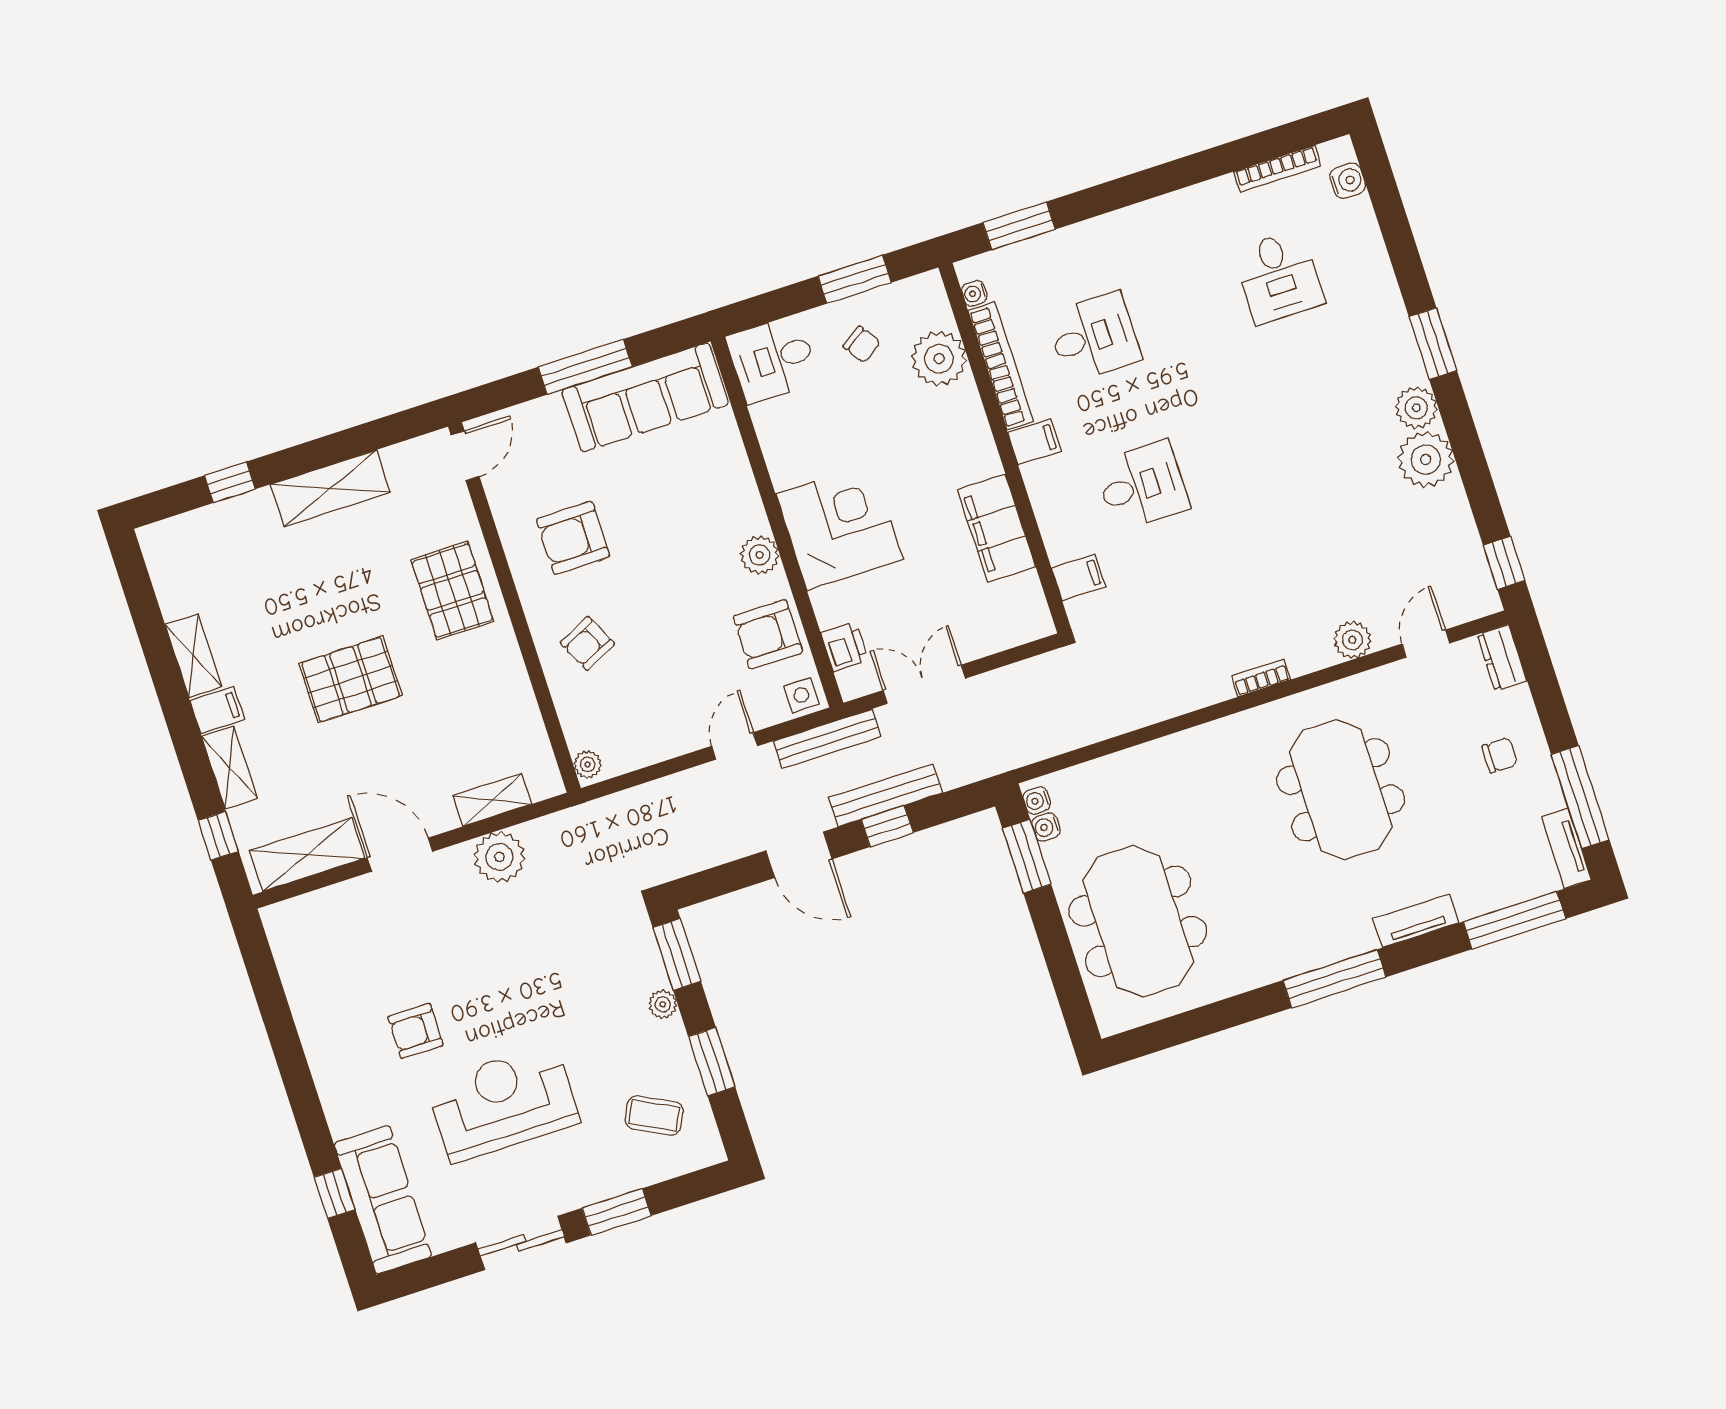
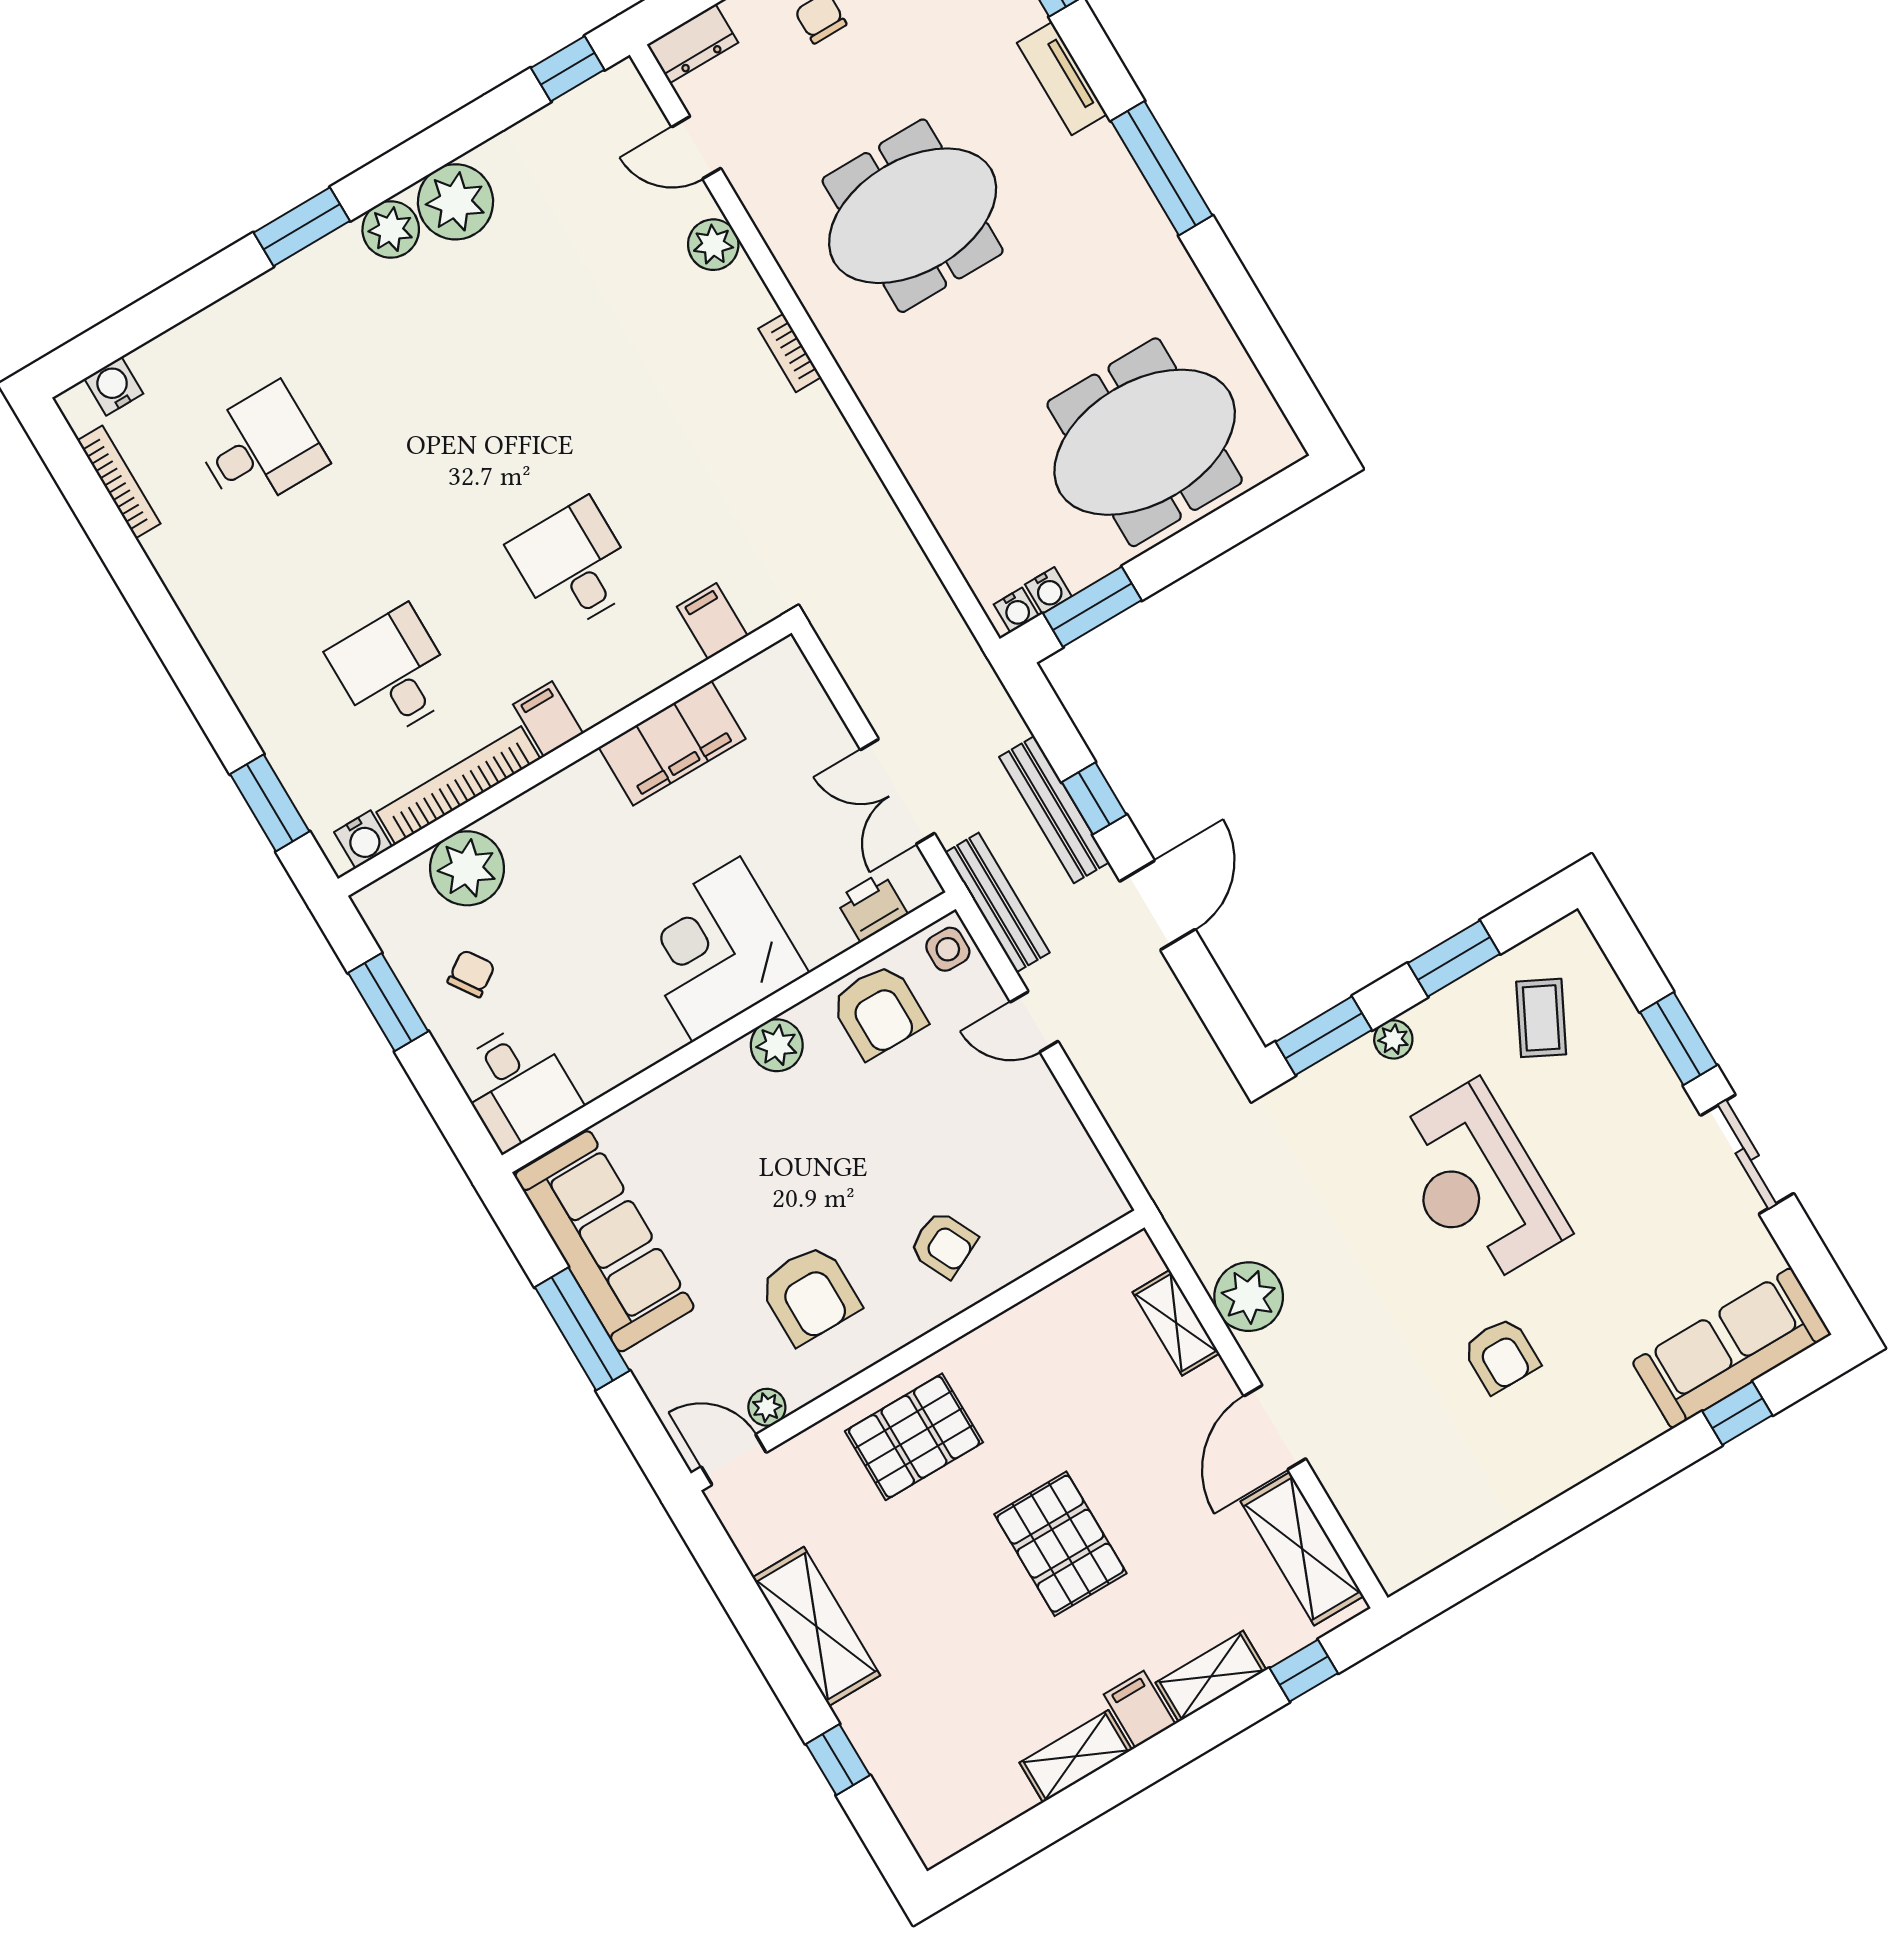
water cooler: (974, 293) -> (363, 839), width x1.38, depth x1.38
plant: (588, 764) -> (767, 1407), moved
reception desk: (503, 1103) -> (1477, 1184), moved

